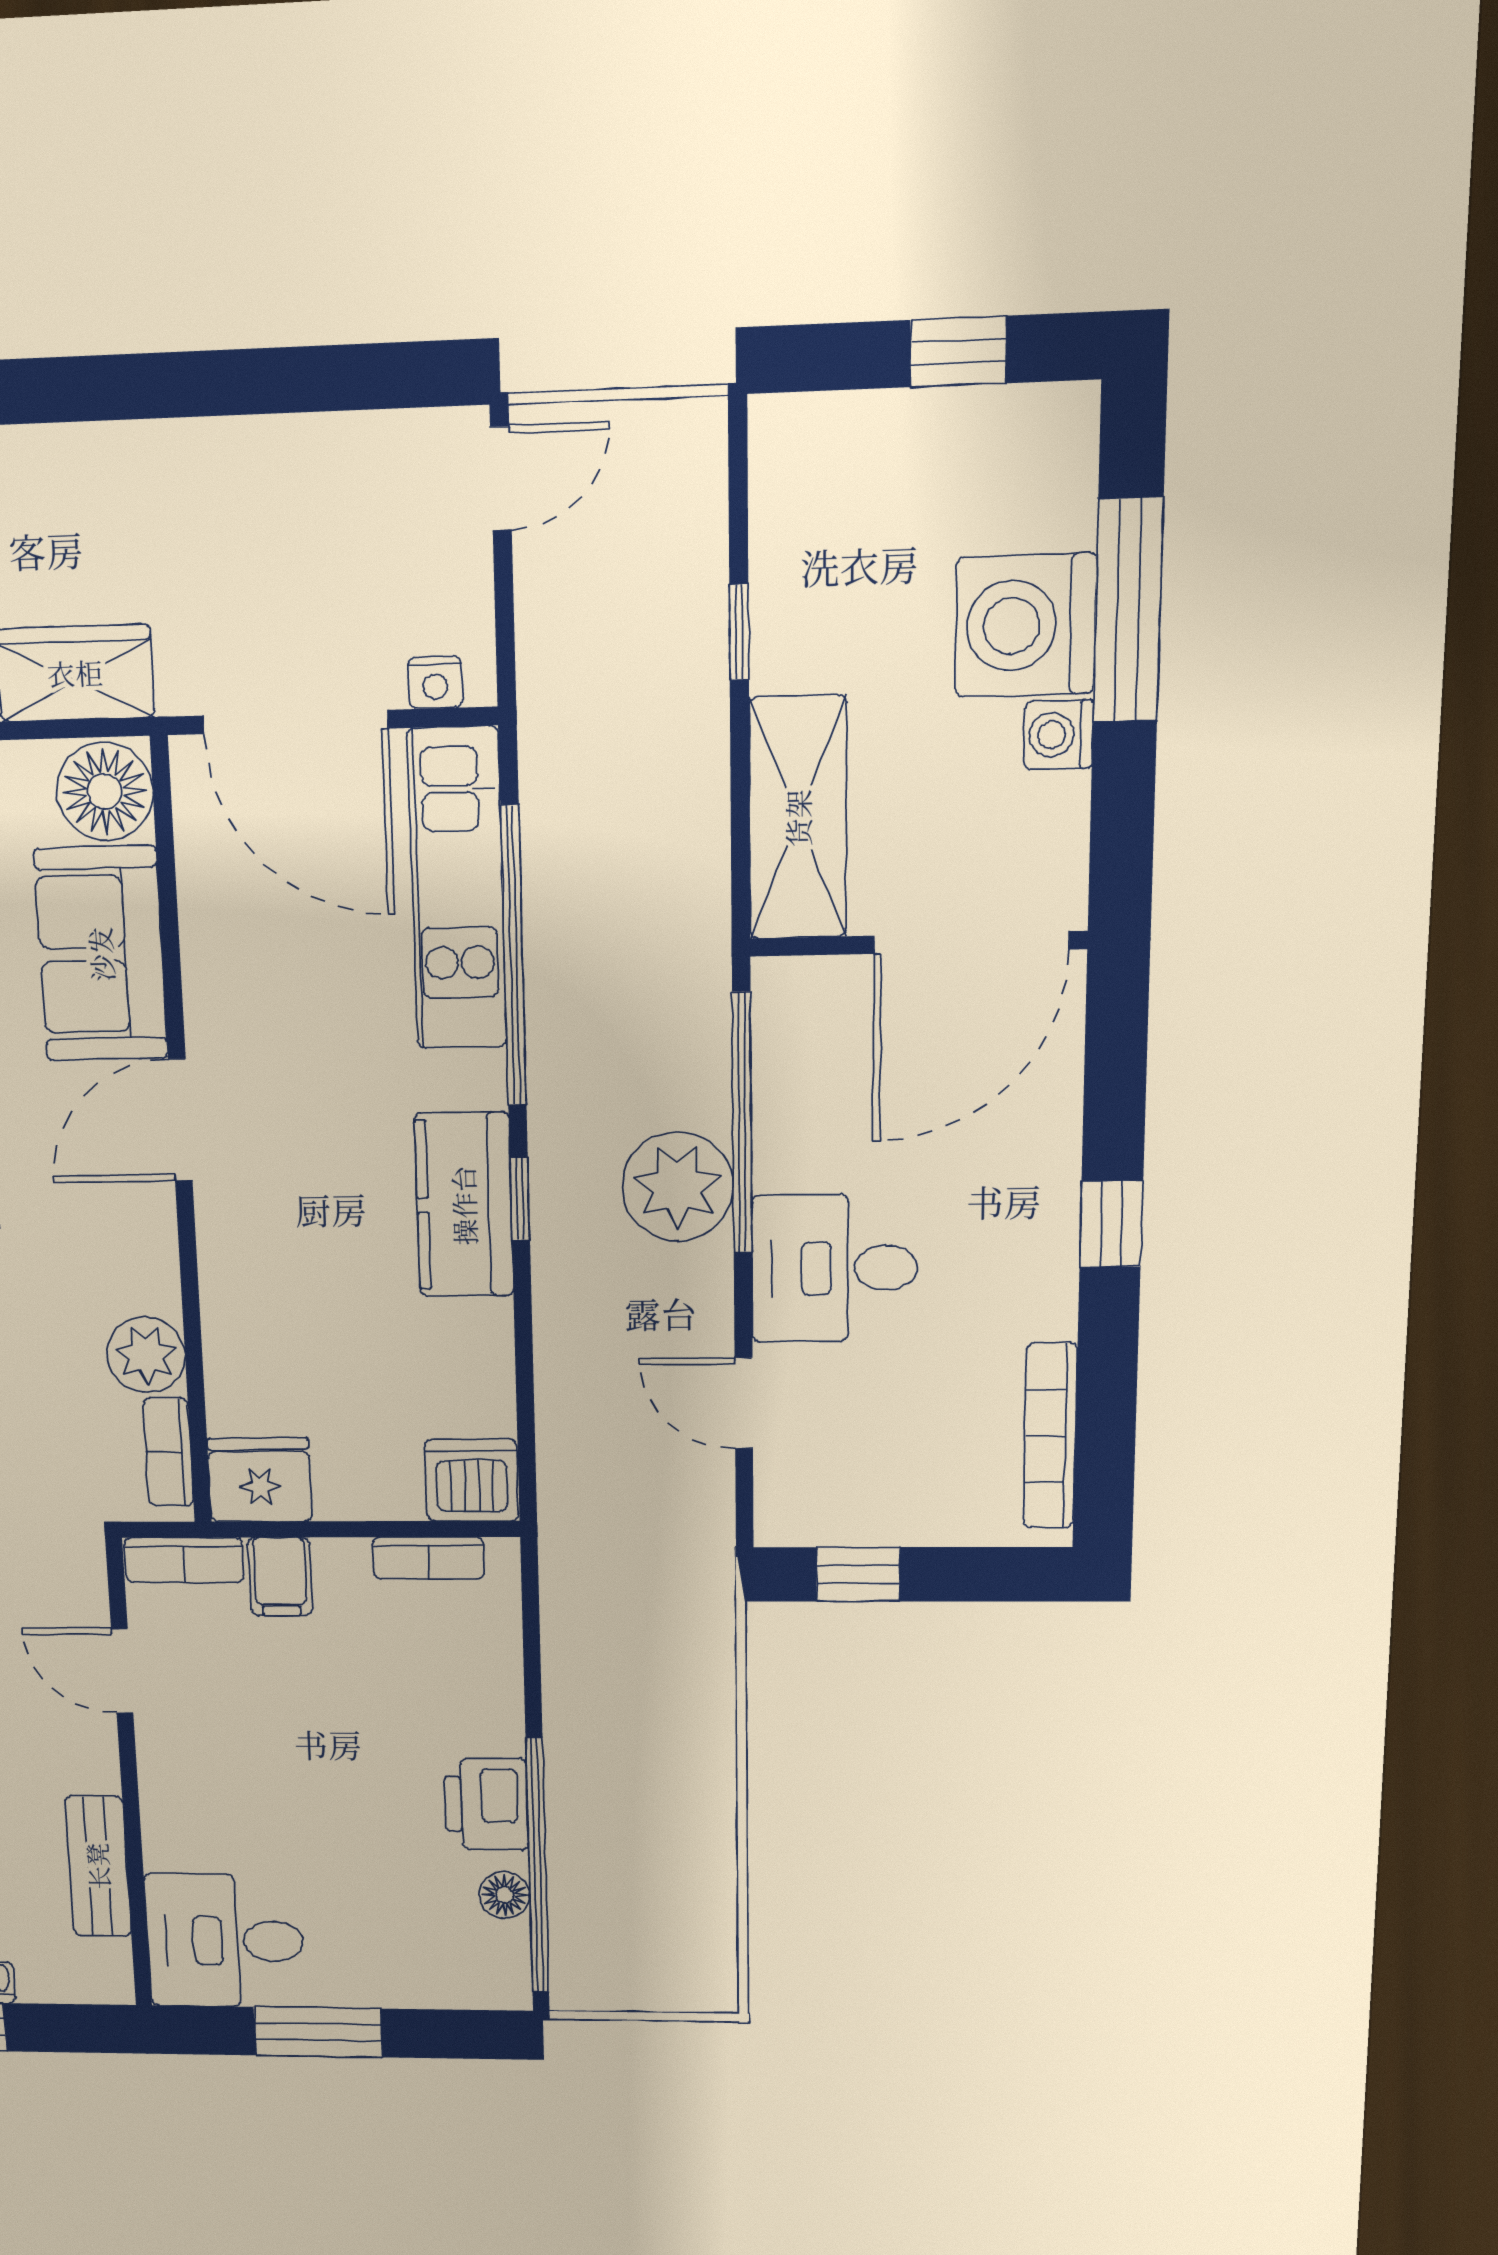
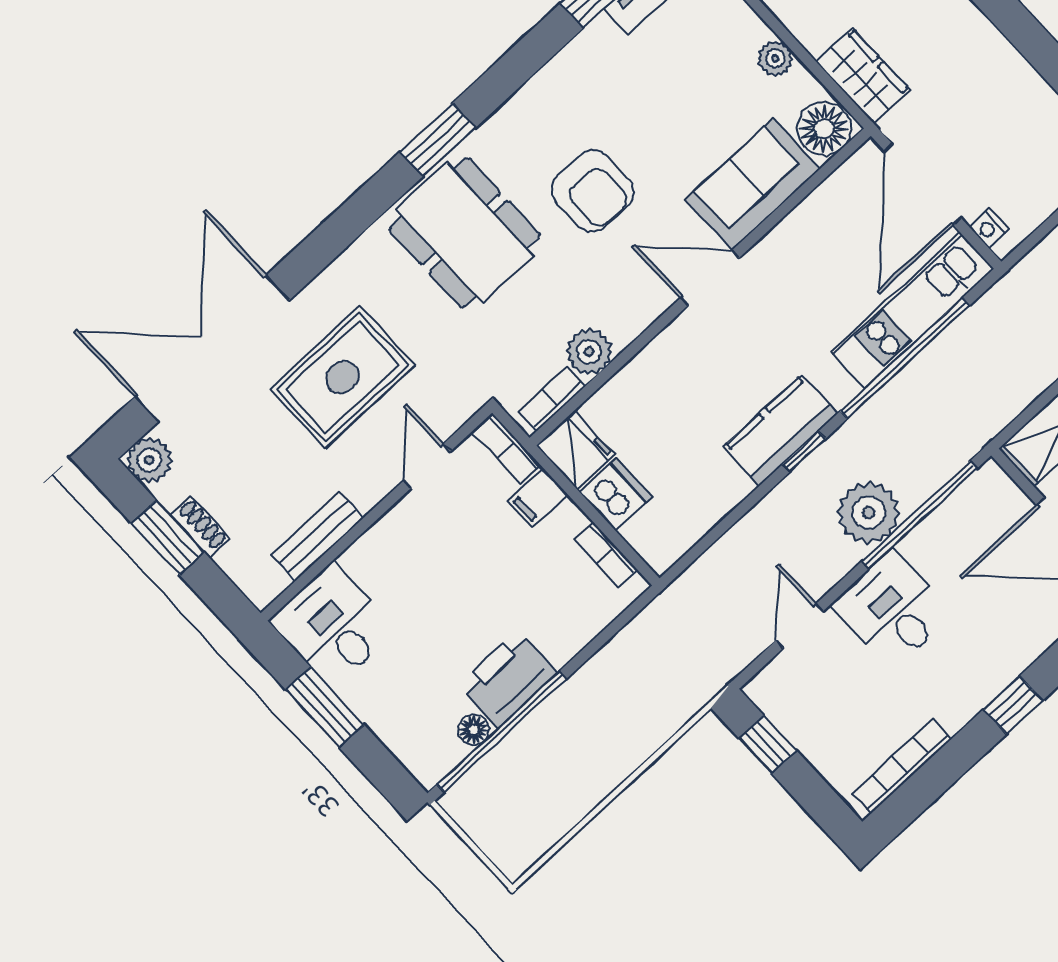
dishwasher: (472, 1480) -> (616, 494), moved
printer: (486, 1804) -> (508, 679), width x1.37, depth x1.19

